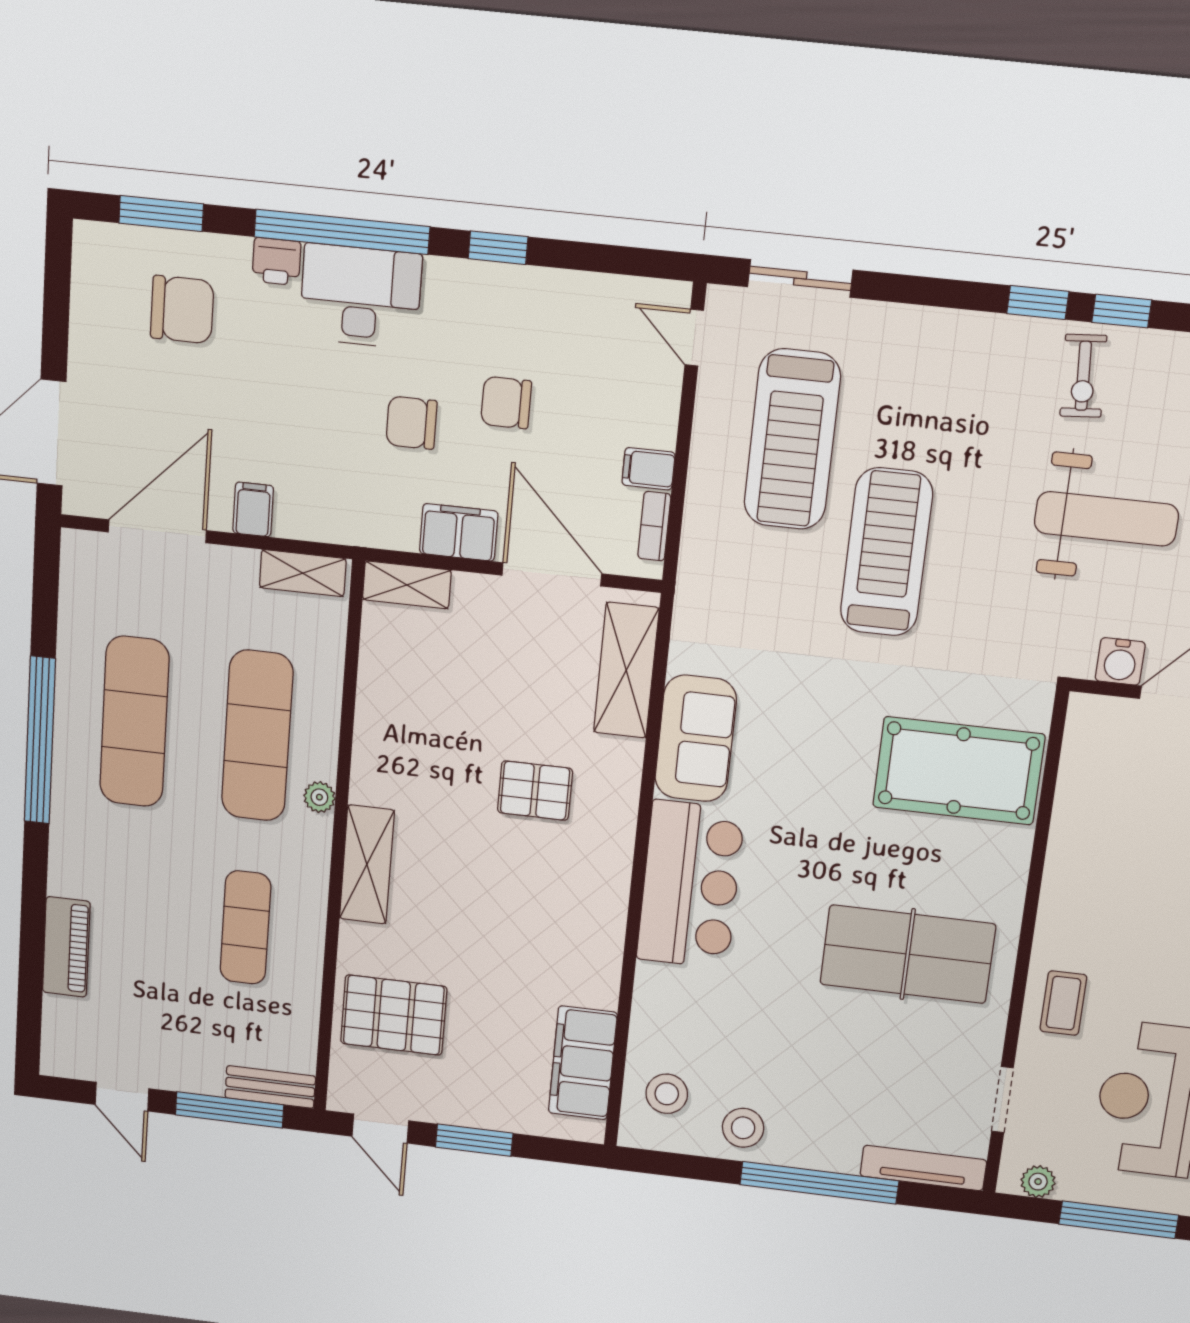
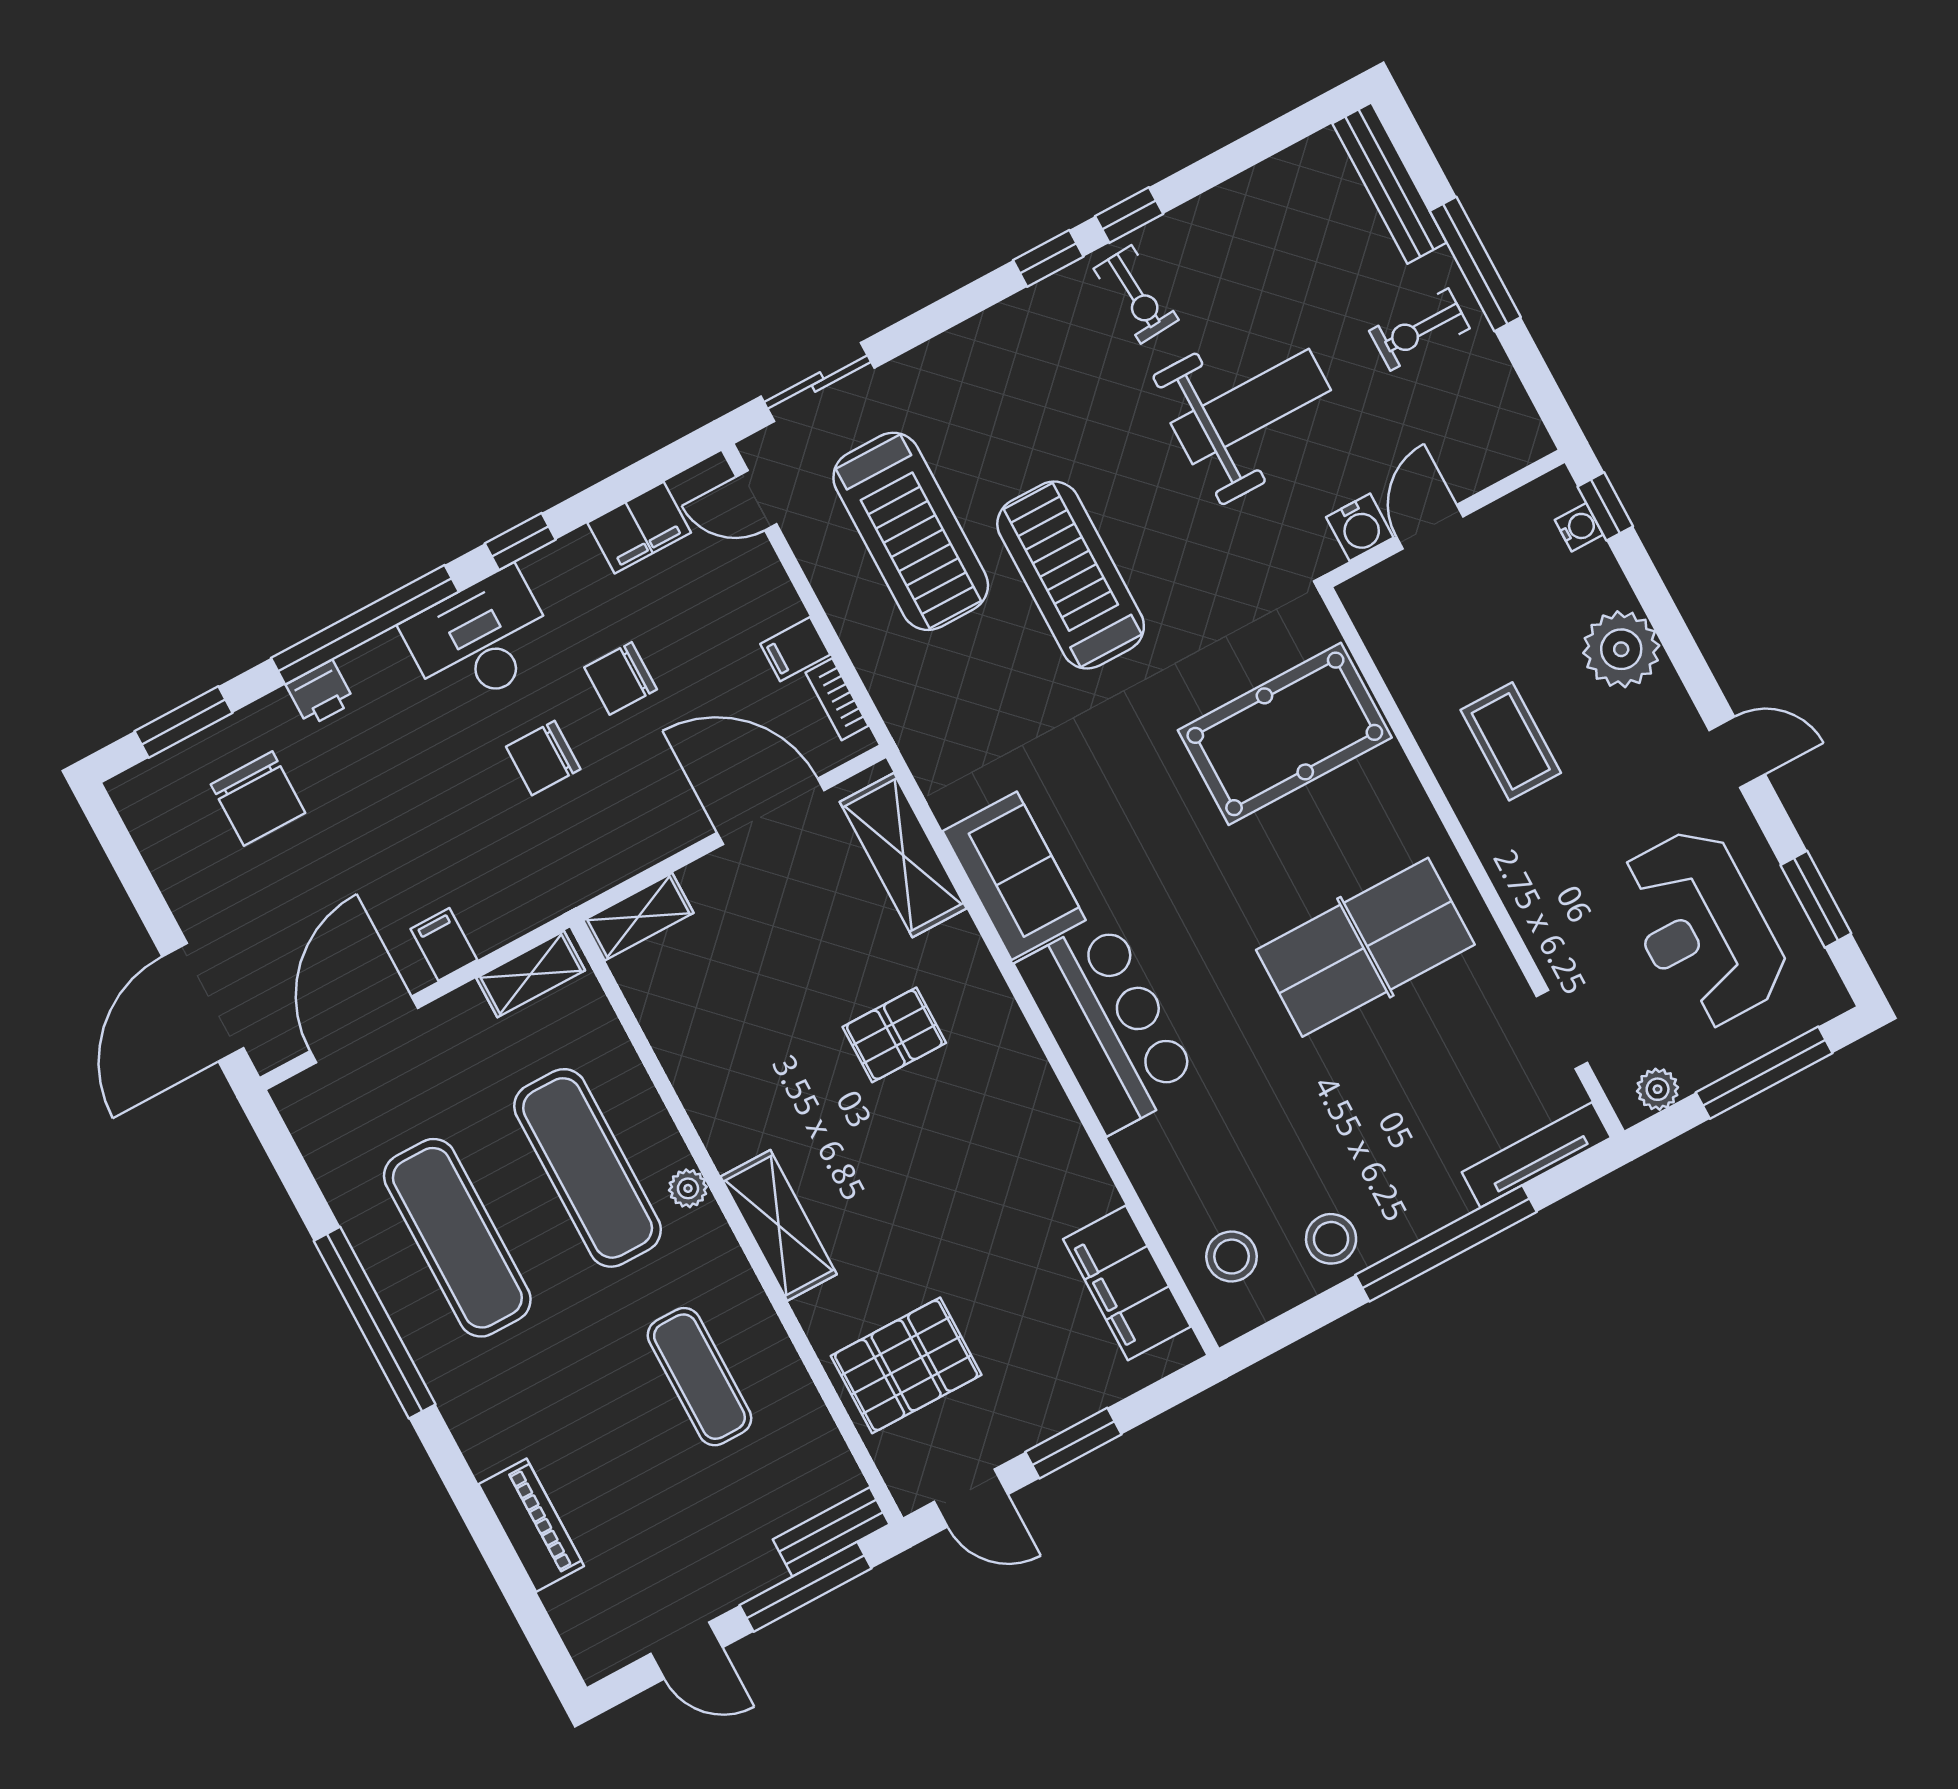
desk: (360, 296) -> (480, 640), moved
chair: (182, 310) -> (258, 799), turned 90
filing cabinet: (459, 532) -> (639, 528), moved, turned 180
coffee table: (1063, 1003) -> (1511, 741), moved, width x1.36, depth x1.30

